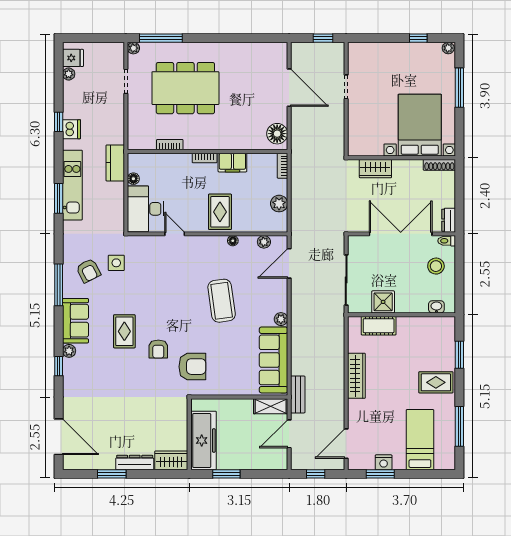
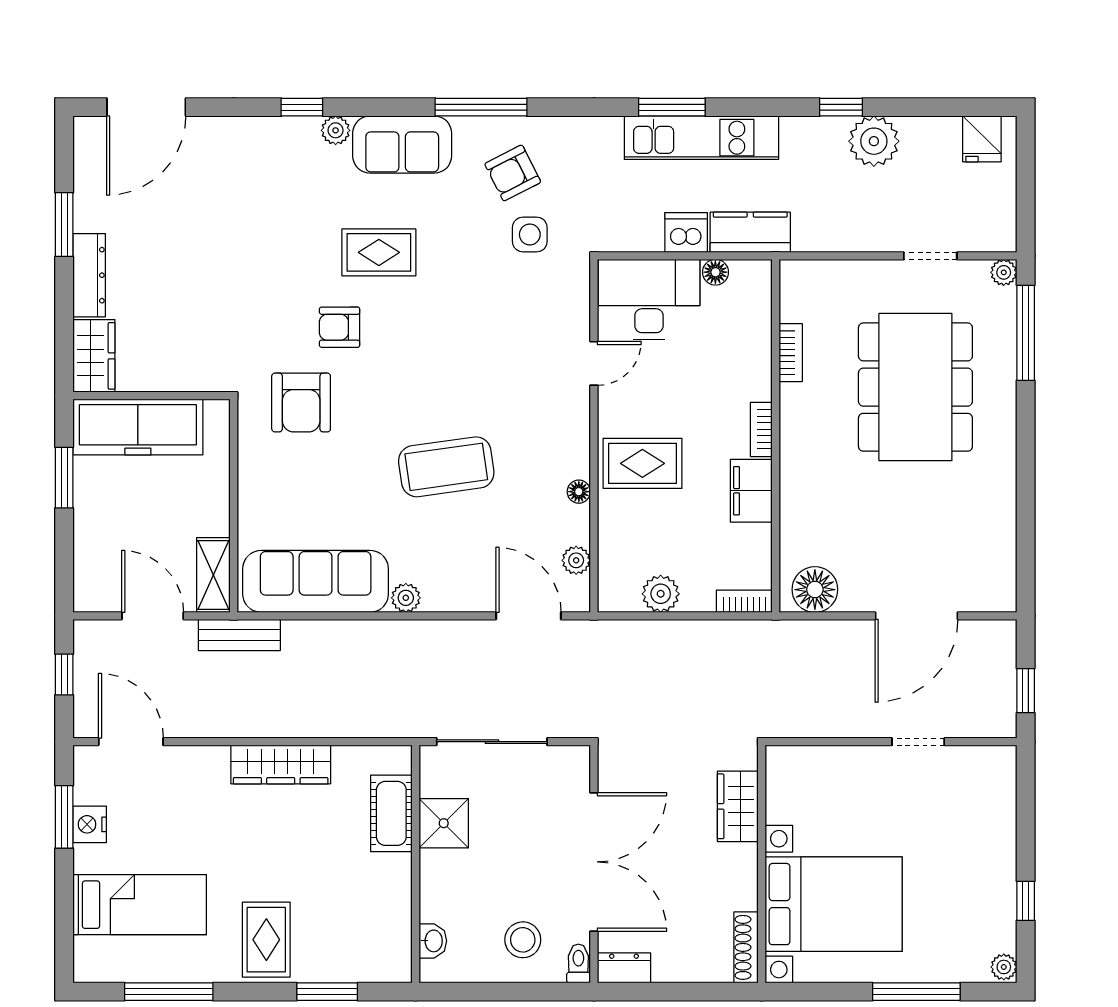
plant: (69, 74) -> (874, 141), moved, width x1.87, depth x1.87
dishwasher: (72, 129) -> (686, 232), moved, turned 180

